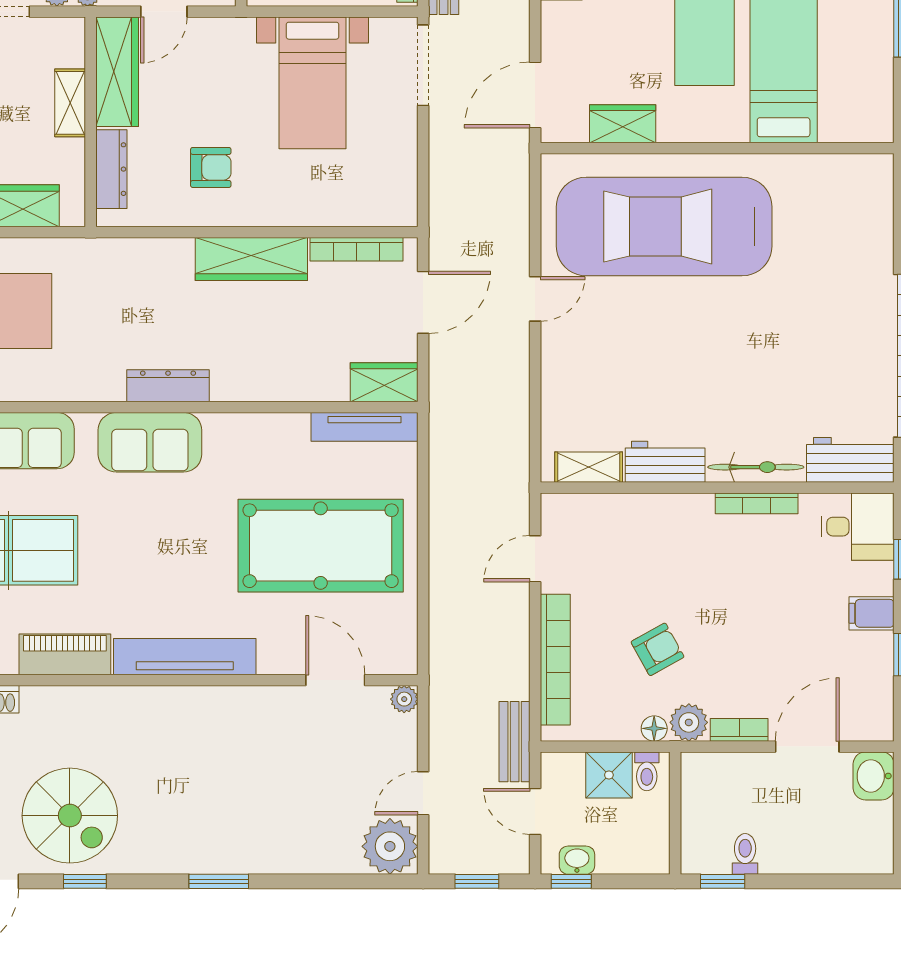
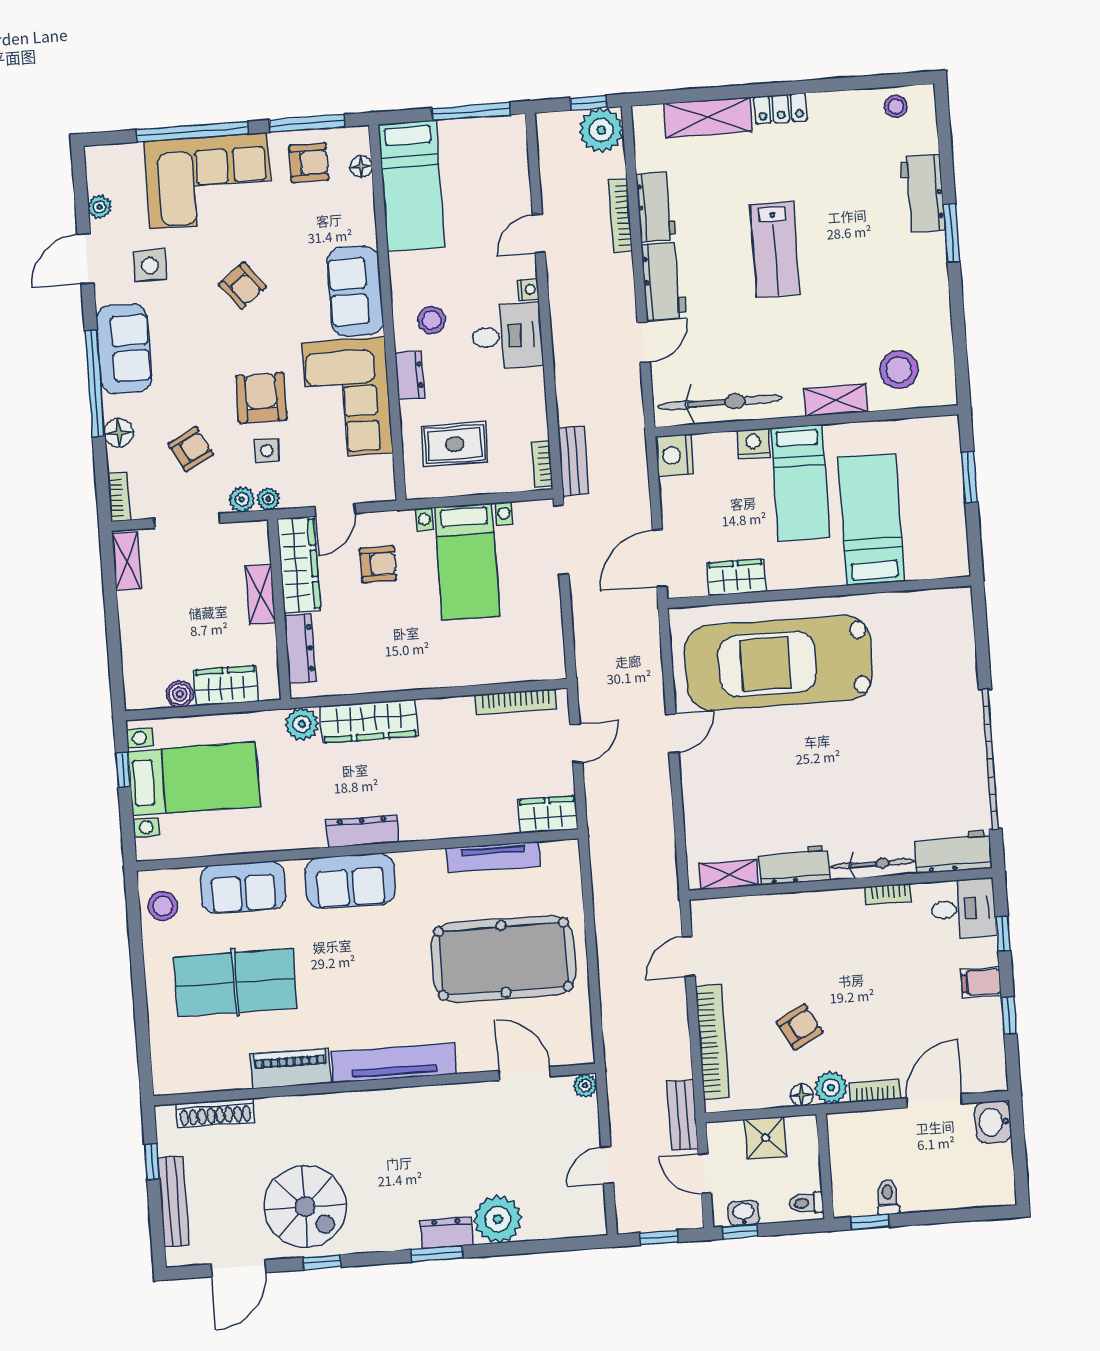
armchair: (211, 167) -> (378, 564), moved
plant: (107, 257) -> (302, 724), added
wardrobe: (251, 259) -> (369, 721), moved
door: (423, 302) -> (576, 743), width x0.73
tv unit: (365, 427) -> (493, 857), moved
bookcase: (757, 503) -> (888, 894), width x0.64
toilet: (647, 771) -> (806, 1203), moved, turned 90
plant: (390, 846) -> (498, 1219), moved
dresser: (232, 858) -> (447, 1233), added

